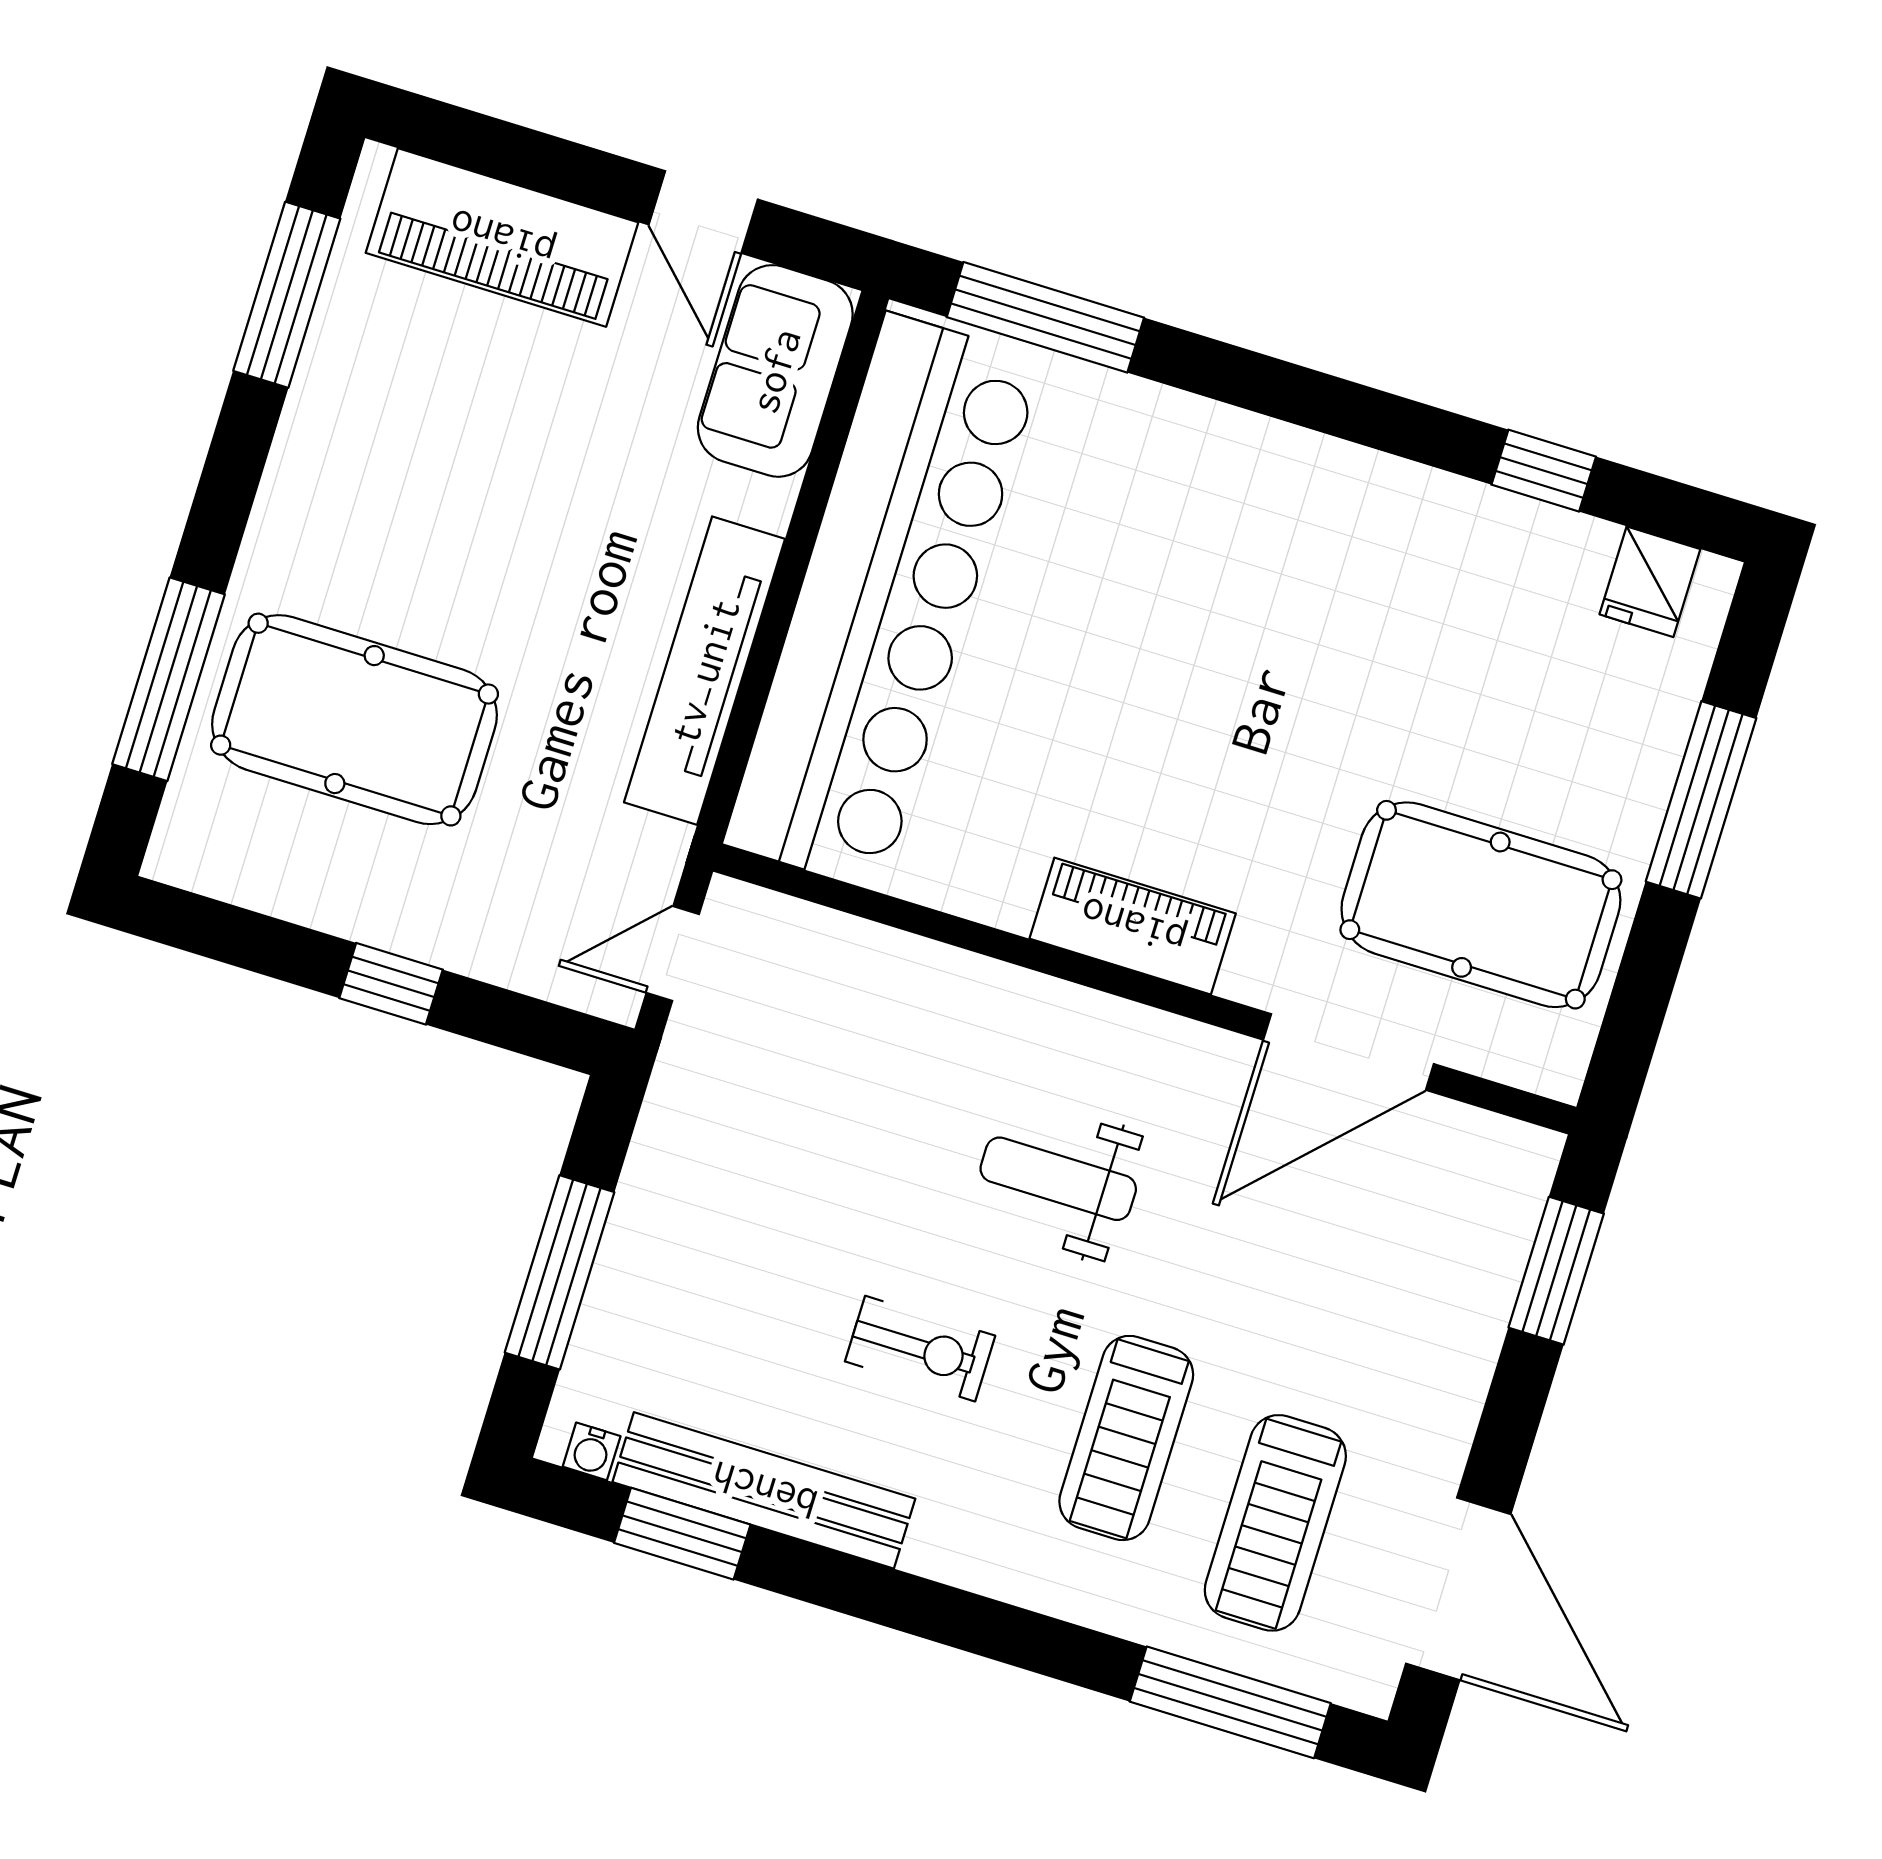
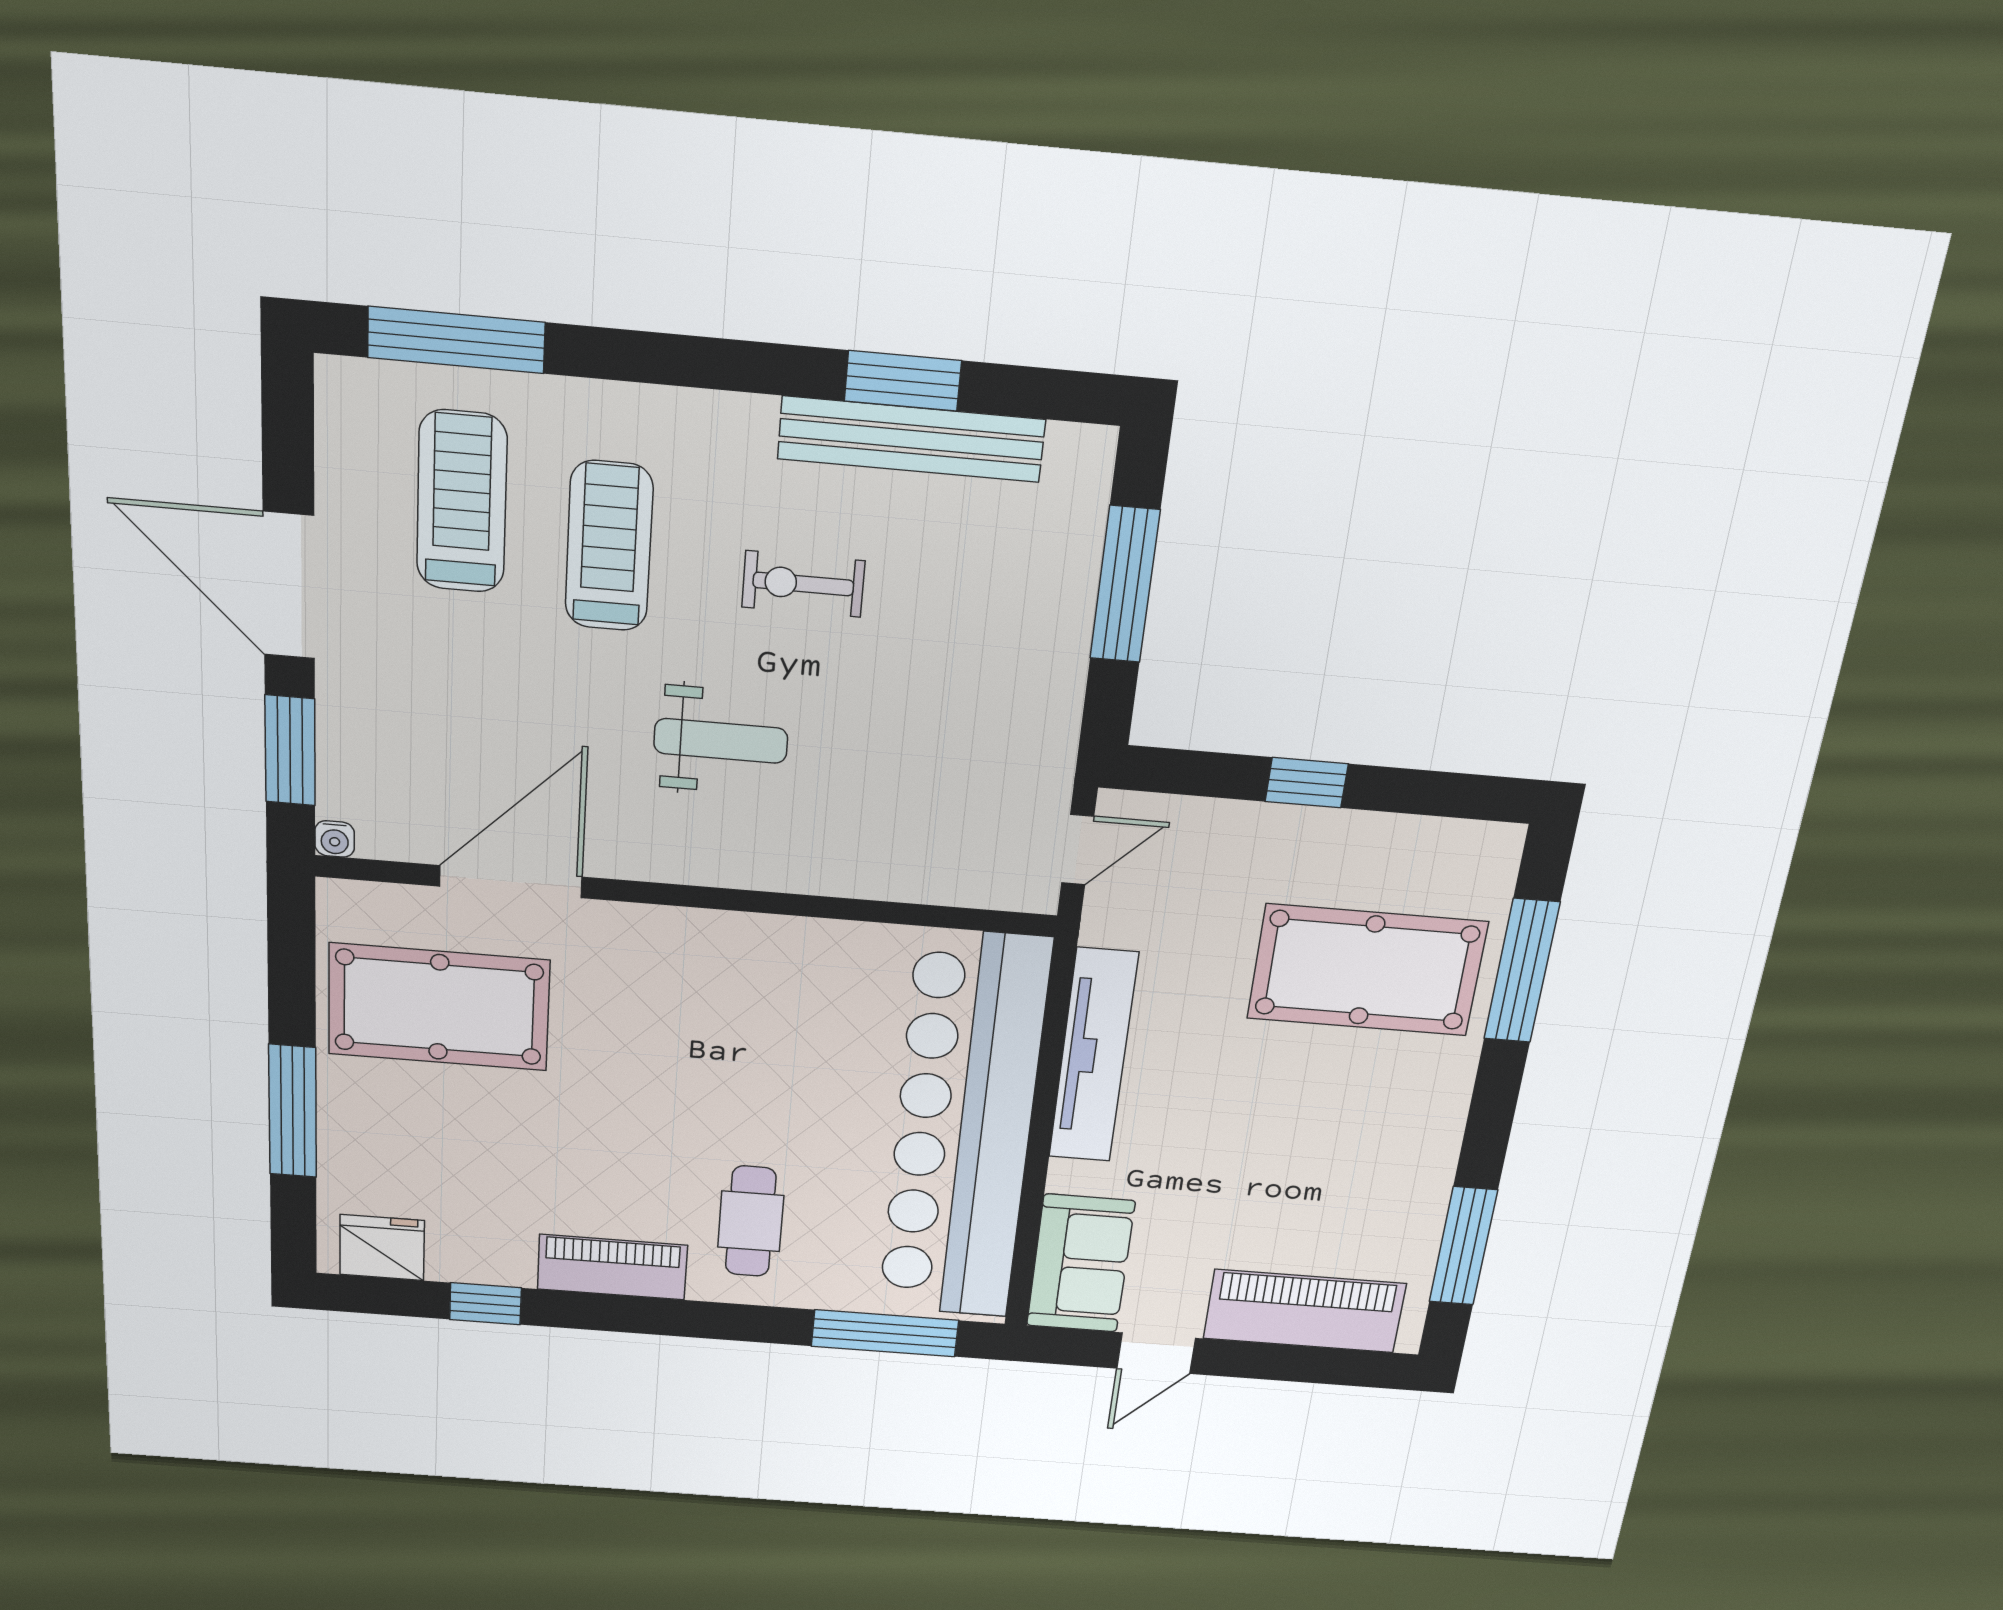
door: (703, 212) -> (1156, 1353), swing flipped
cafe table: (1177, 522) -> (751, 1221), added
fridge: (1650, 582) -> (382, 1248), width x1.38
piano: (1133, 926) -> (612, 1267), moved, turned 180
water cooler: (592, 1451) -> (335, 839), moved, turned 180
window: (682, 1534) -> (903, 381), moved
door: (1458, 1589) -> (289, 586), moved

